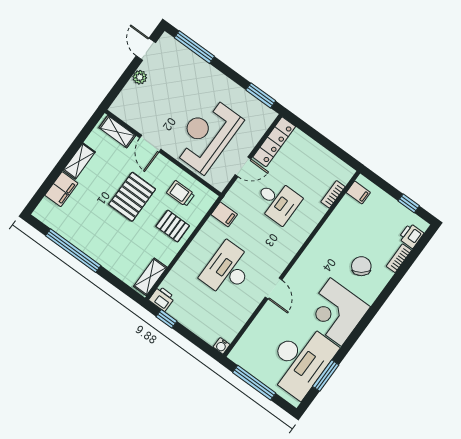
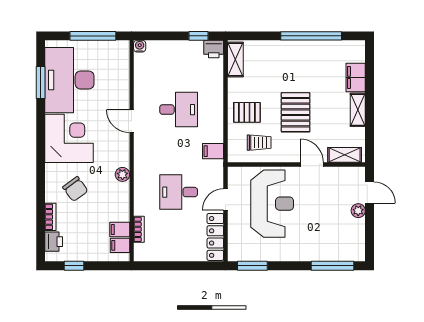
door: (146, 49) -> (370, 192), moved
filing cabinet: (349, 206) -> (120, 229), added
plant: (313, 250) -> (122, 174), added
desk: (228, 270) -> (179, 110), width x0.73

